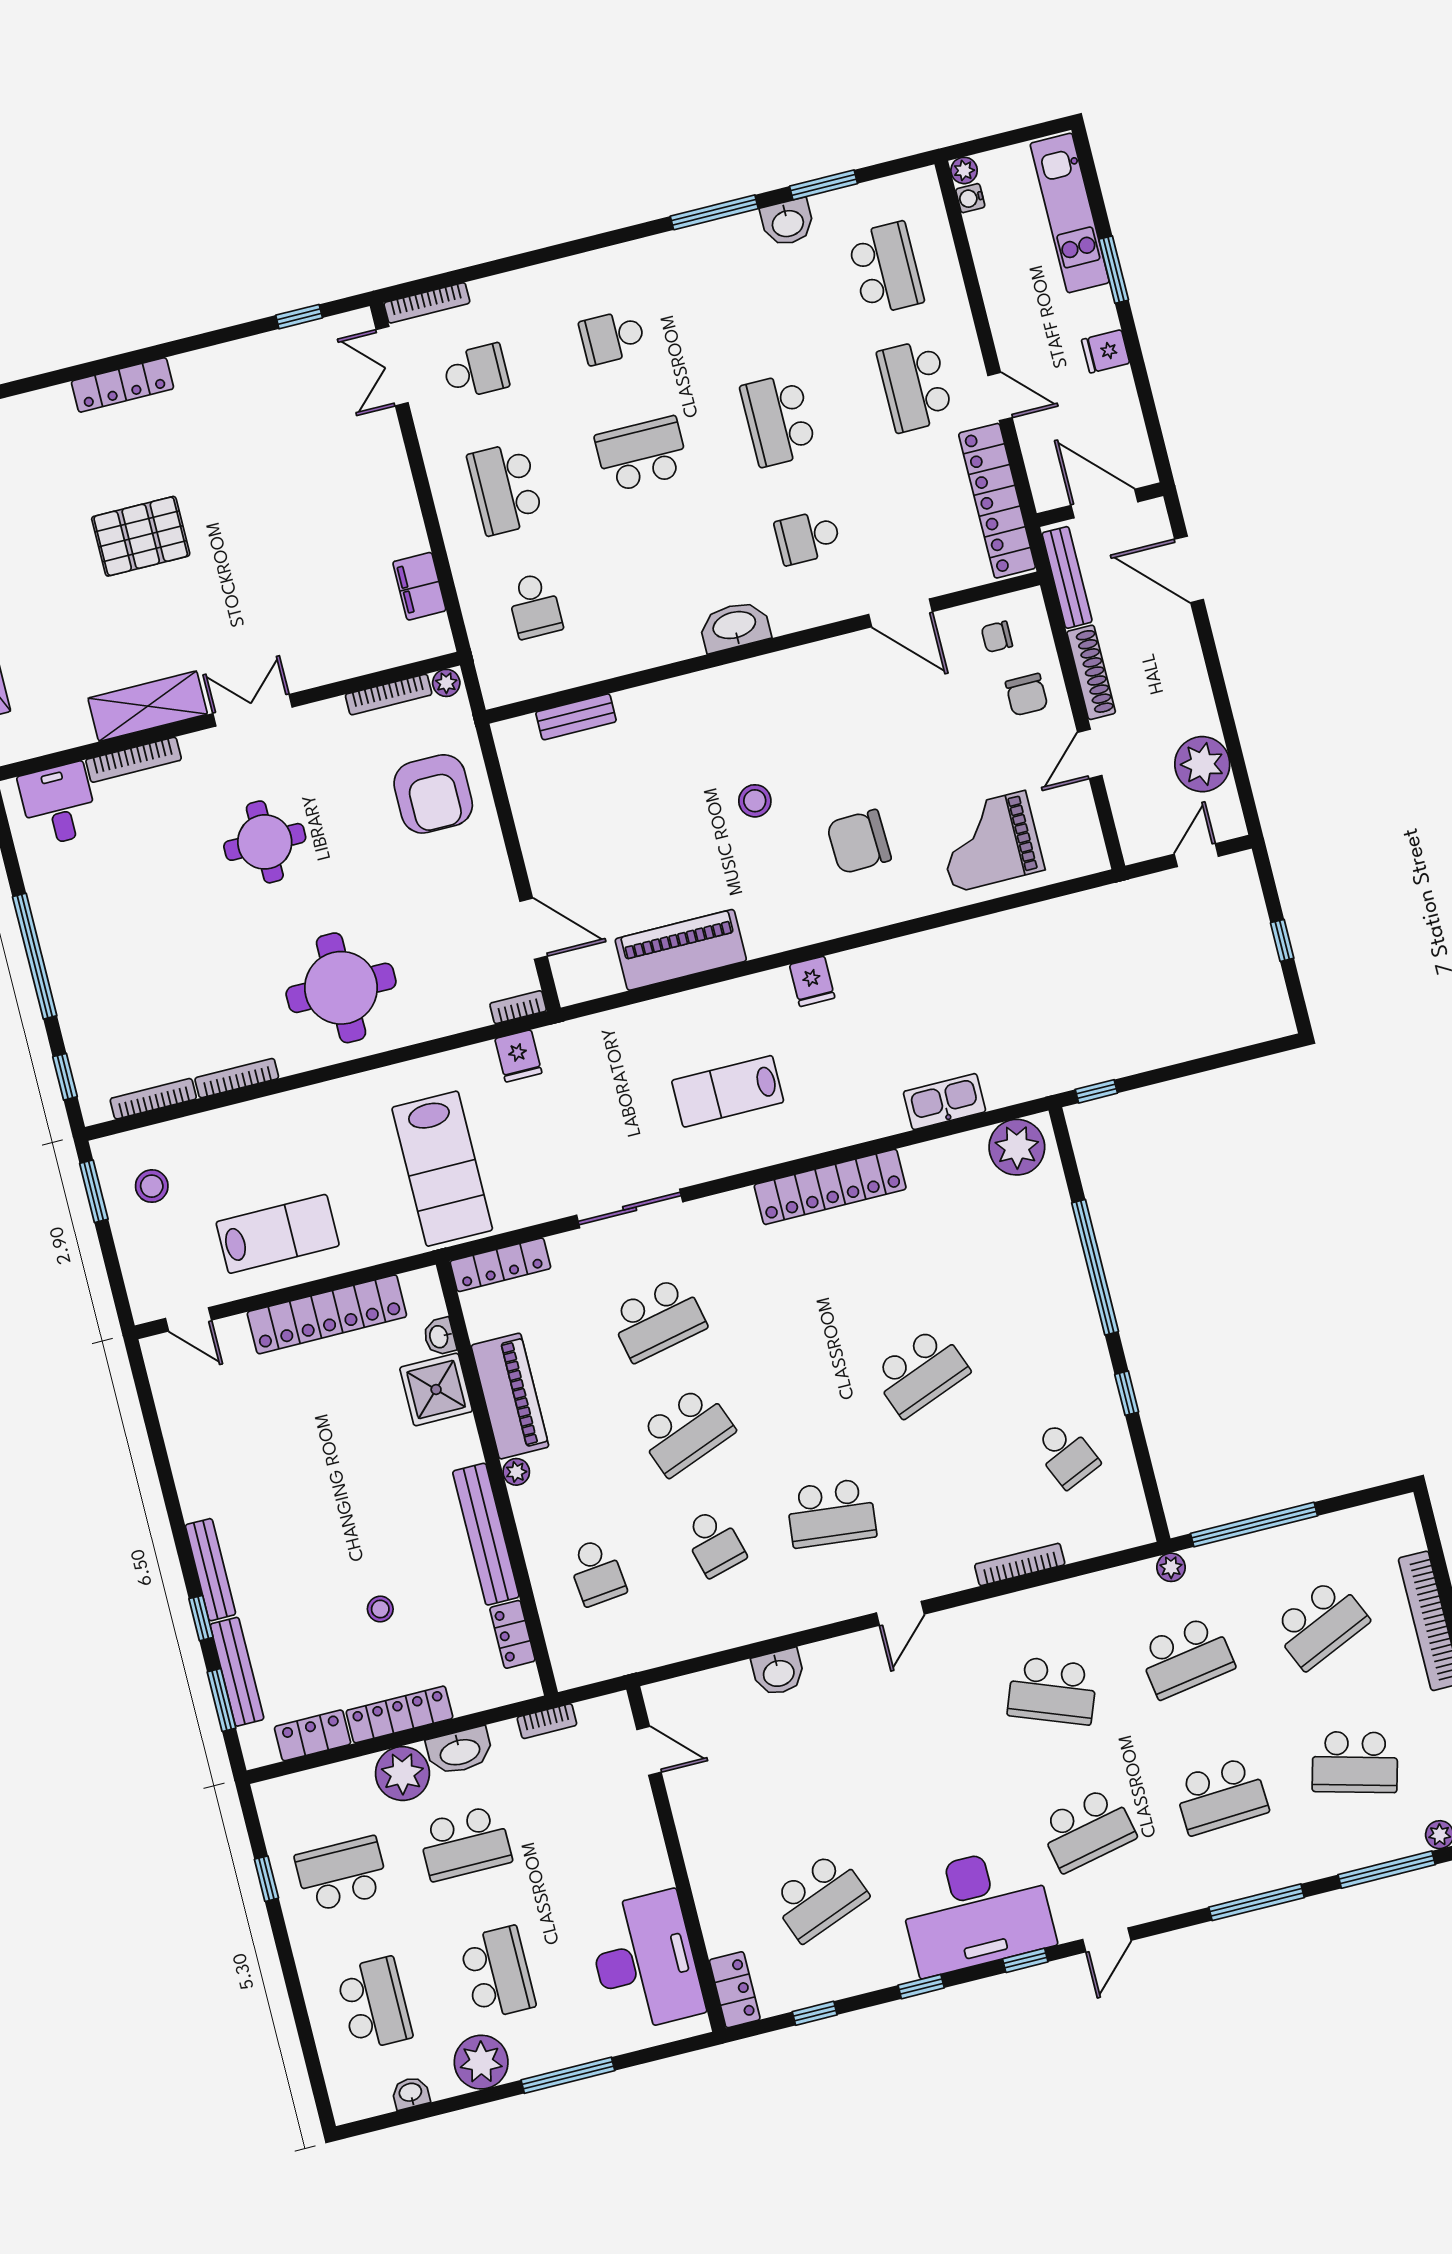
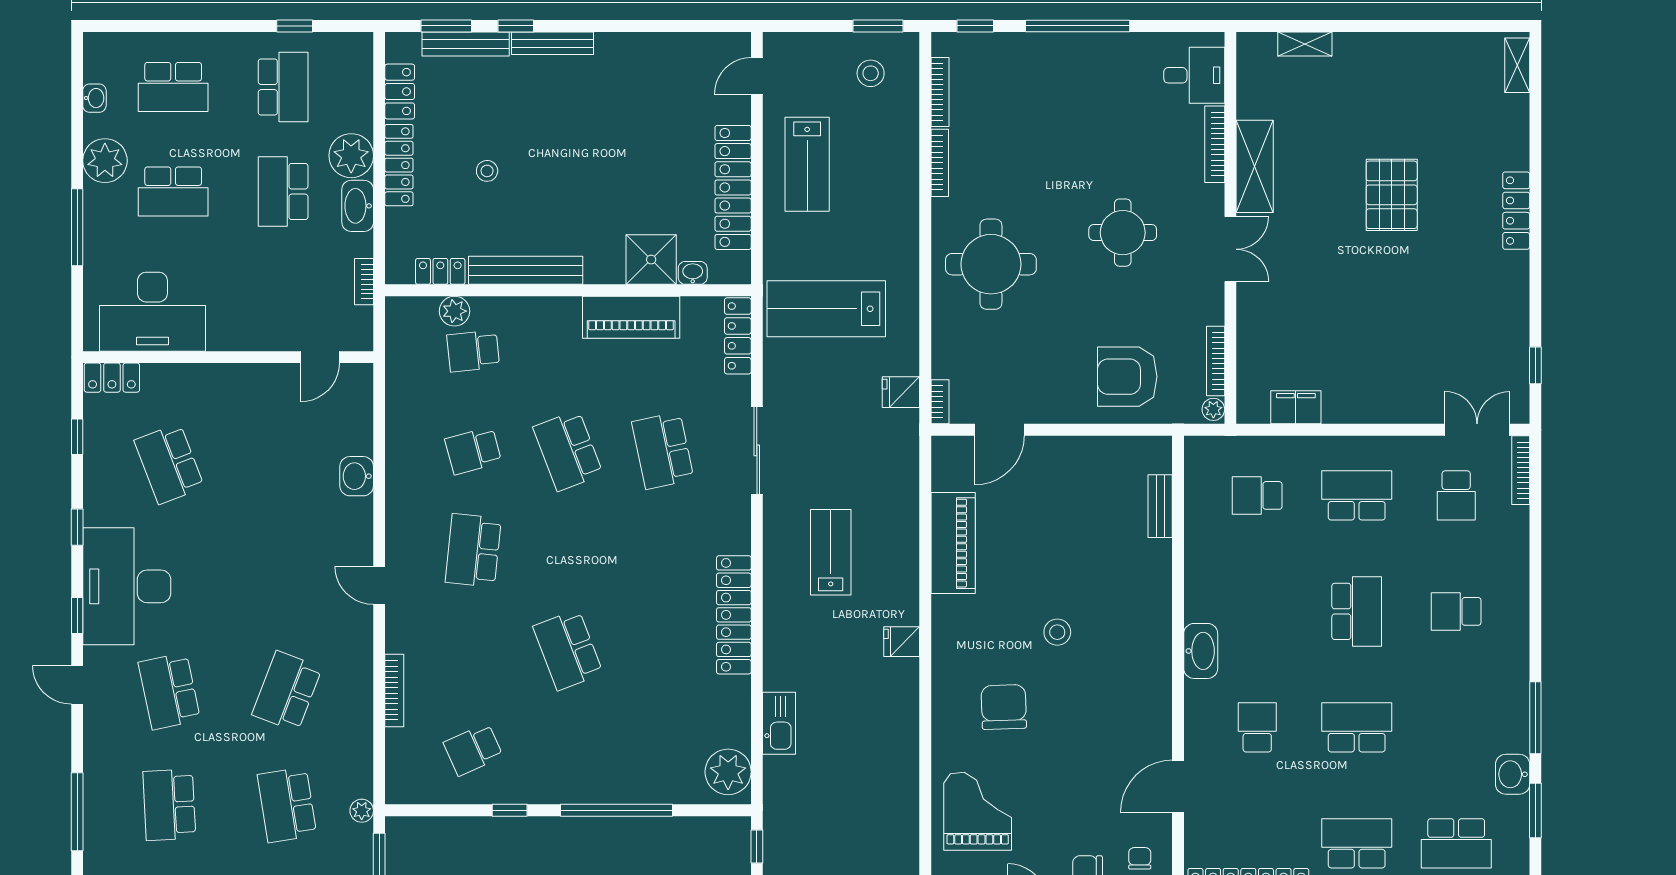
school desk: (612, 337) -> (1456, 611), turned -90
plant: (516, 1472) -> (455, 311), moved, width x1.38, depth x1.38

